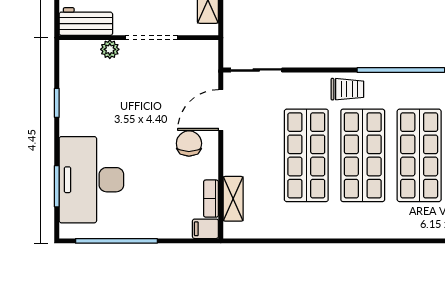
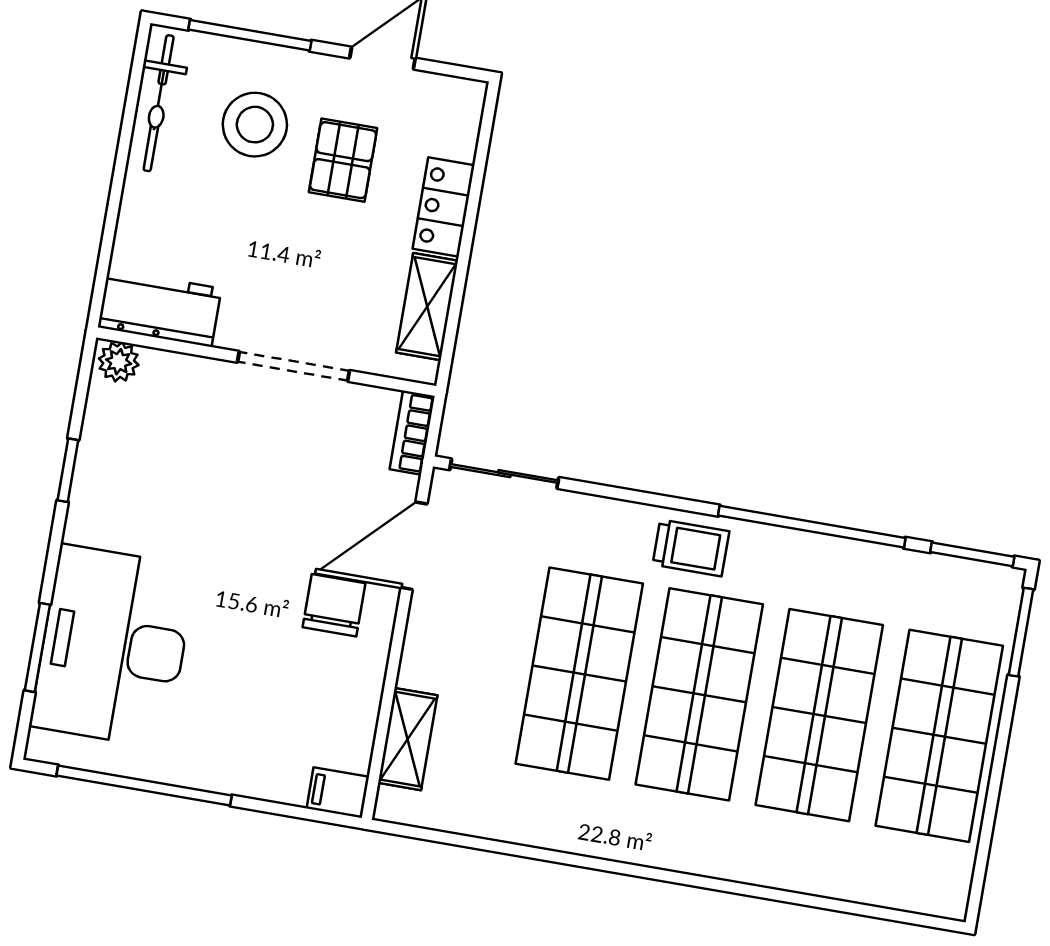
plant: (110, 49) -> (119, 362), moved
bookcase: (211, 199) -> (412, 433), moved

